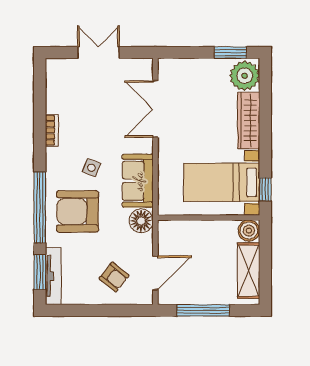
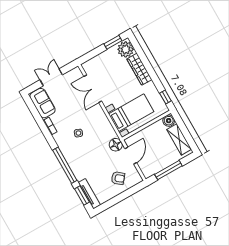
sofa: (138, 181) -> (42, 103), moved, turned 180
bed with nightstands: (222, 182) -> (131, 113), moved, turned 180
armchair: (77, 211) -> (84, 157), removed
door: (155, 273) -> (131, 156), moved

